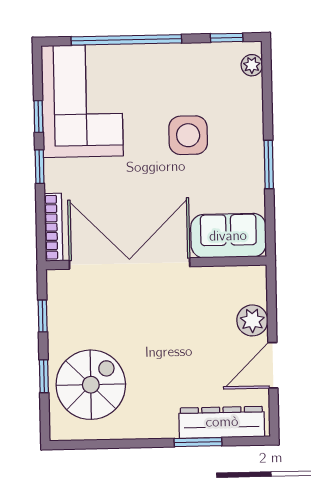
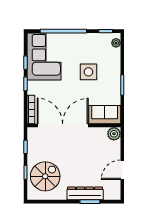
plant: (252, 320) -> (114, 134), moved
dresser: (222, 422) -> (85, 193), moved

